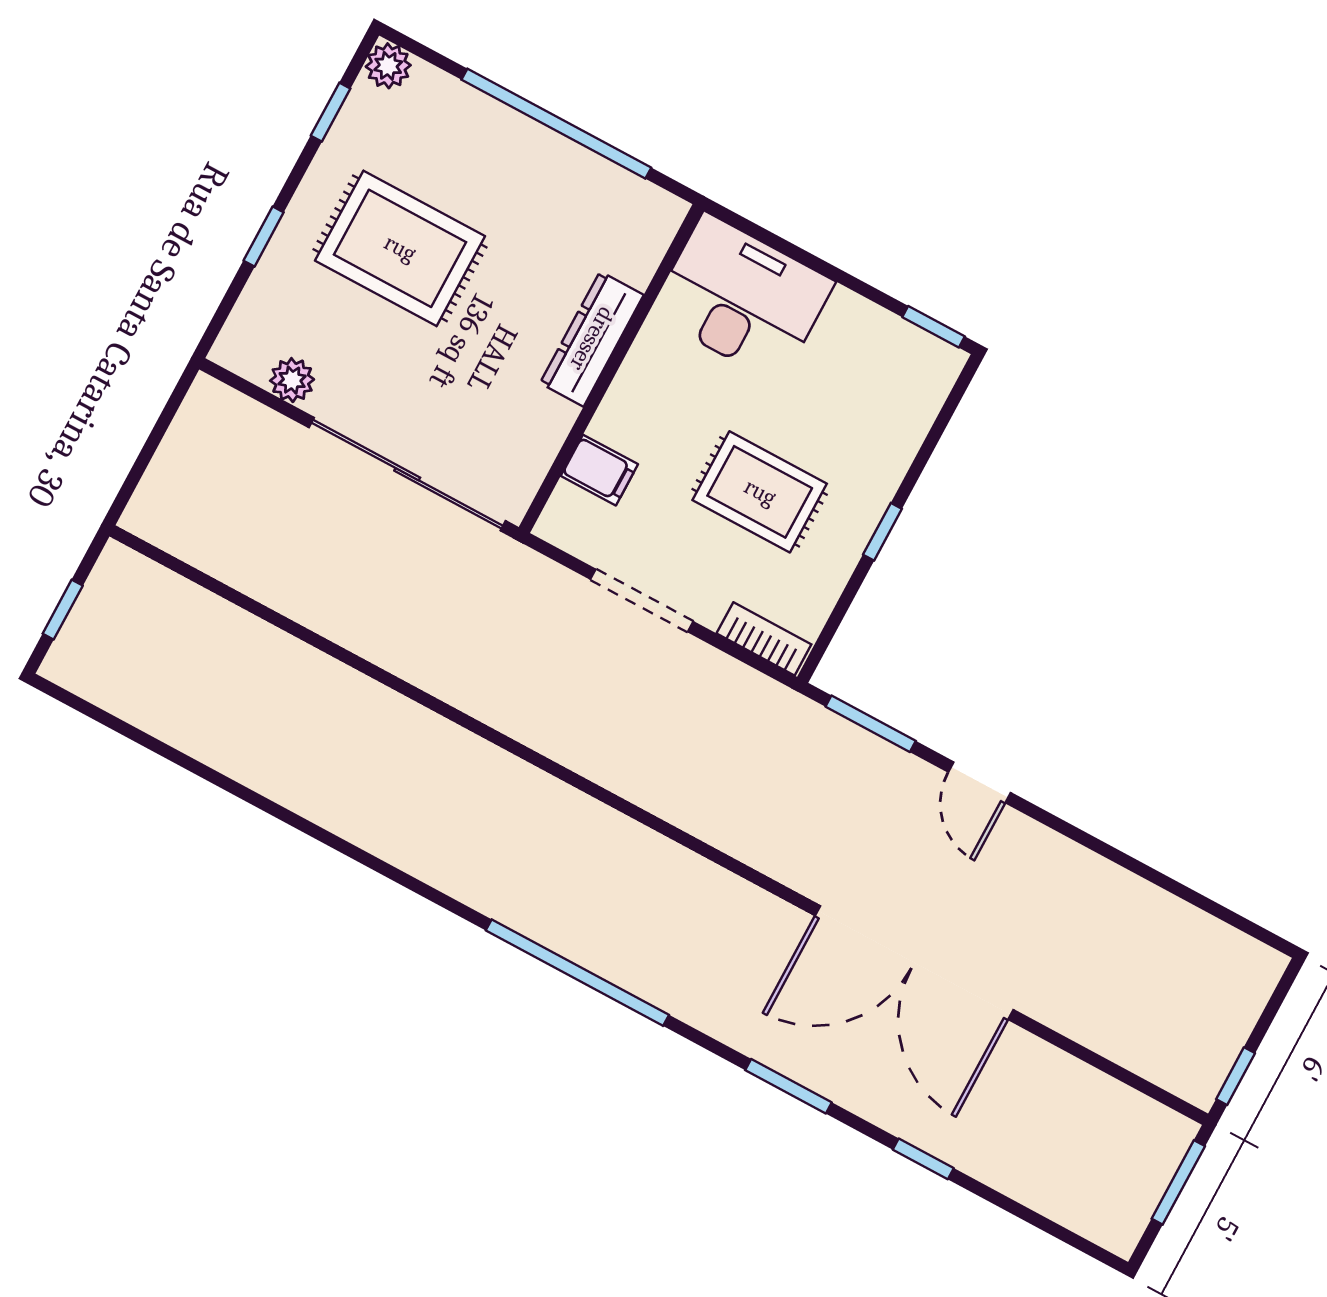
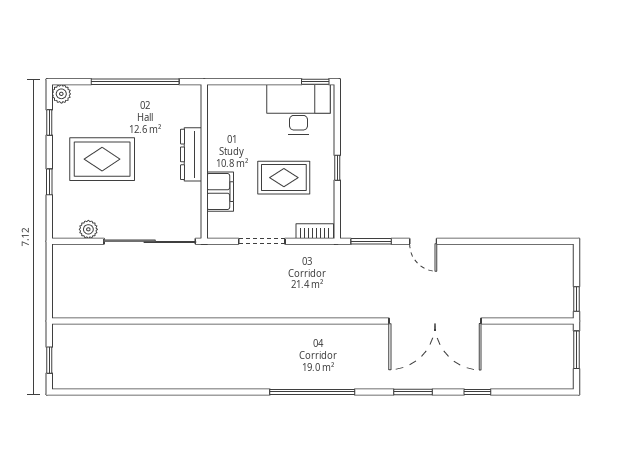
desk: (742, 298) -> (299, 109), moved
filing cabinet: (599, 470) -> (220, 192), width x2.00

